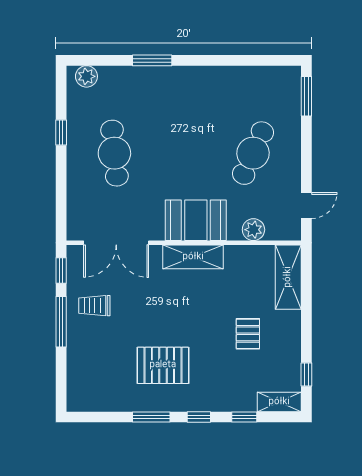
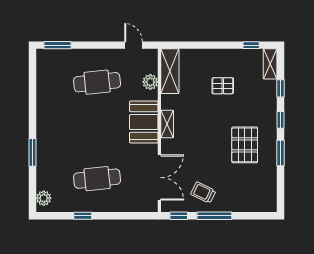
cafe table: (253, 153) -> (97, 82), turned -30
shelving: (193, 257) -> (167, 124), width x0.67, depth x0.75
shelving: (288, 277) -> (170, 71), moved, turned 90
trolley: (94, 306) -> (203, 193), turned 116

